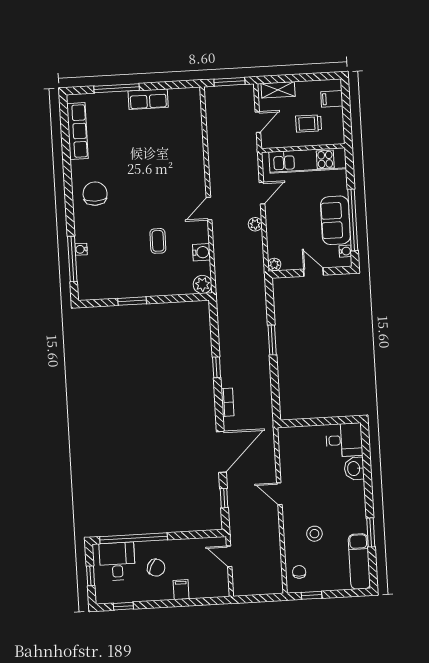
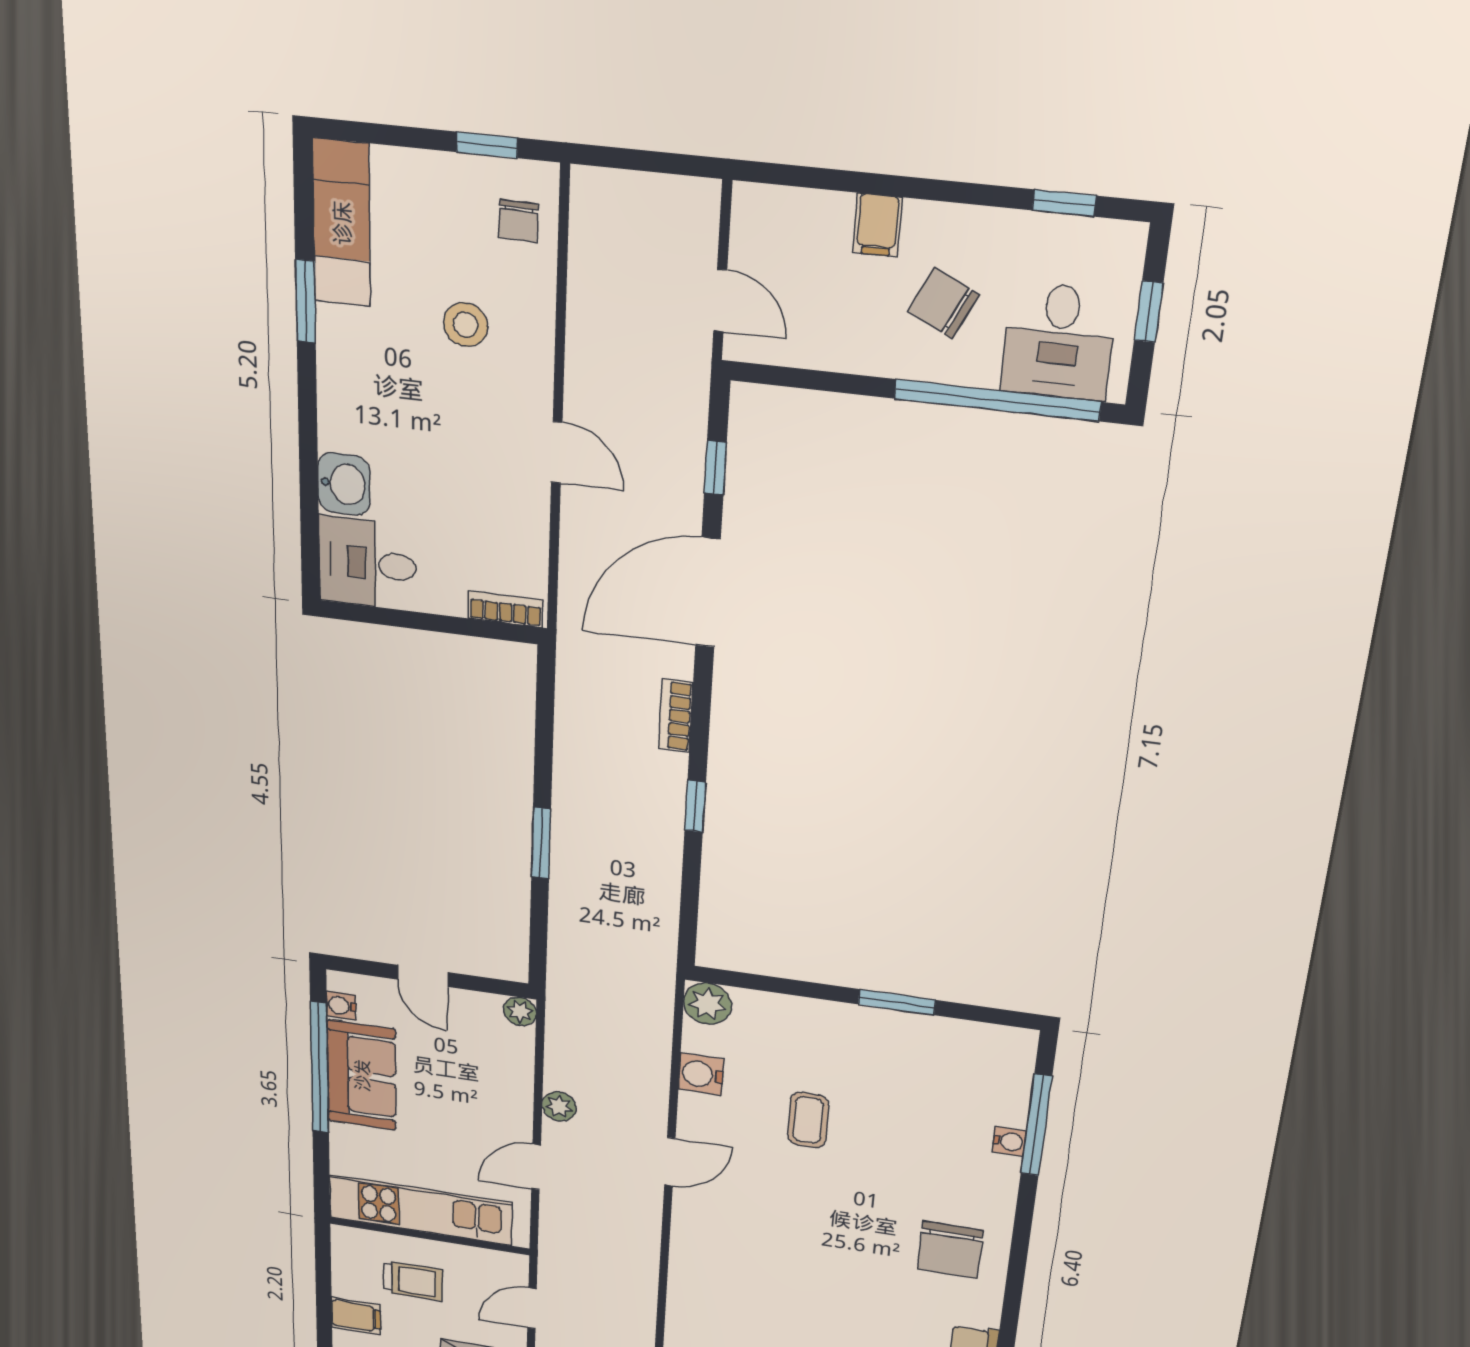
bookcase: (293, 432) -> (506, 609), added

